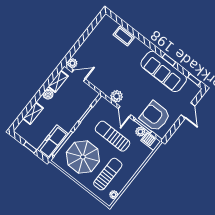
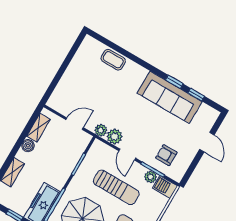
plant: (72, 63) -> (101, 130), moved
door: (79, 76) -> (75, 124), moved
window: (194, 80) -> (196, 95), moved
armchair: (155, 116) -> (166, 155), width x0.53, depth x0.53
sun lounger: (113, 136) -> (116, 187), turned 180

